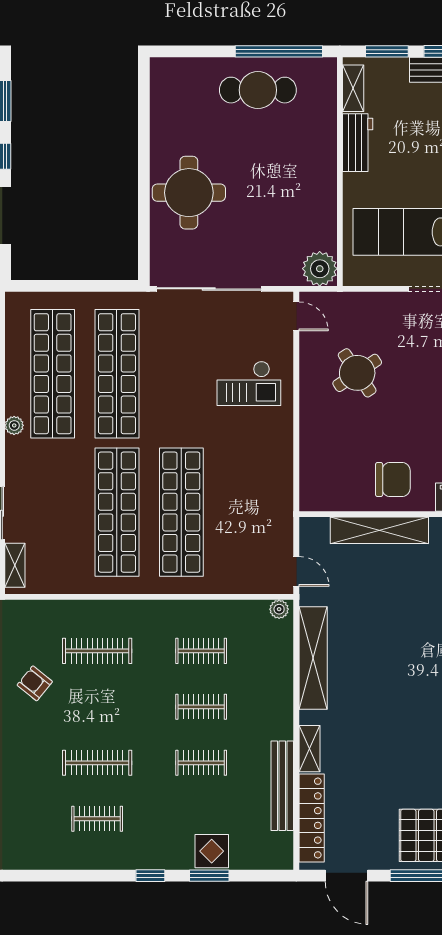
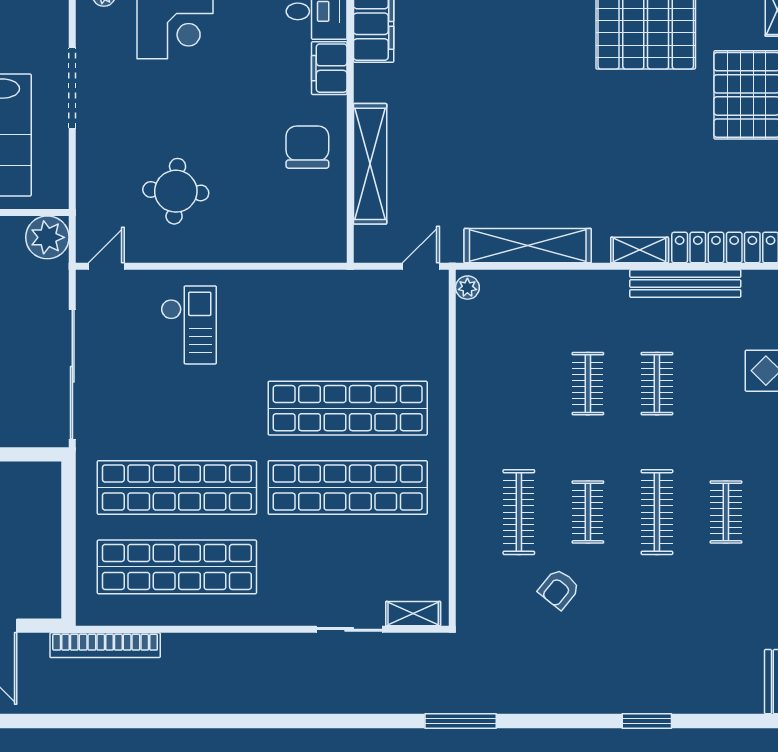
round table: (357, 373) -> (176, 191), turned 38
plant: (14, 425) -> (241, 614), removed
clothes rail: (201, 651) -> (588, 512), moved

